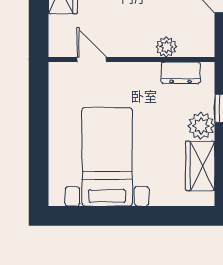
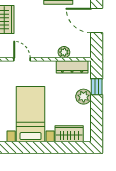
dresser: (181, 73) -> (72, 67), width x1.44
wardrobe: (200, 166) -> (69, 134), moved, turned 90

